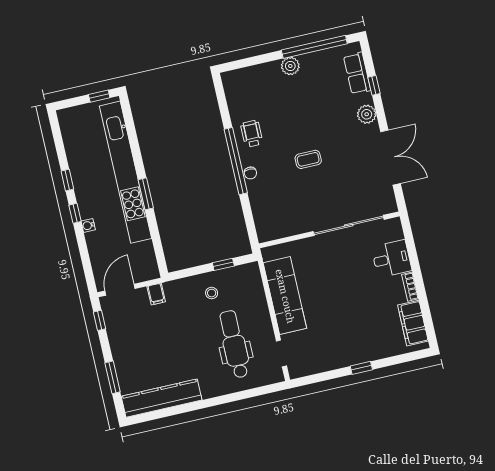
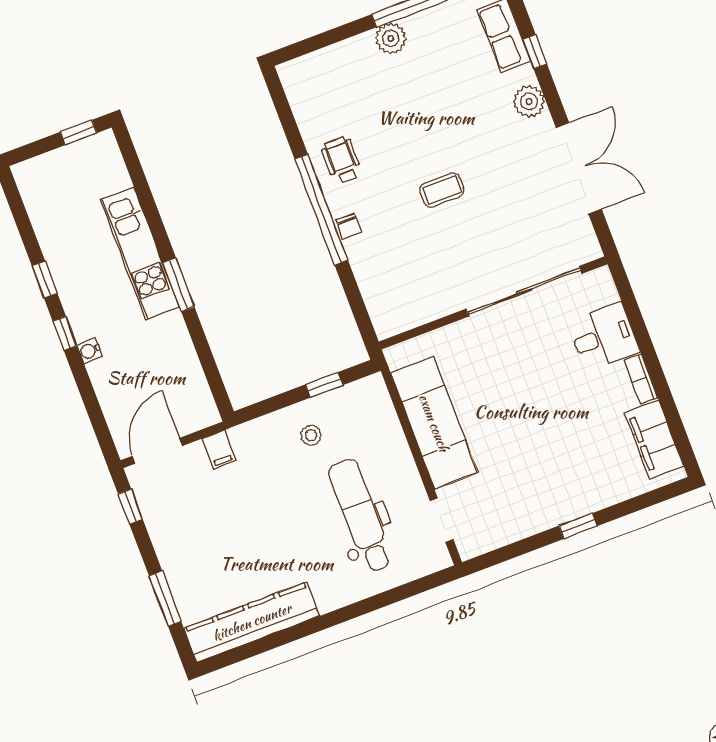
kitchen unit: (126, 172) -> (140, 253), width x0.54

